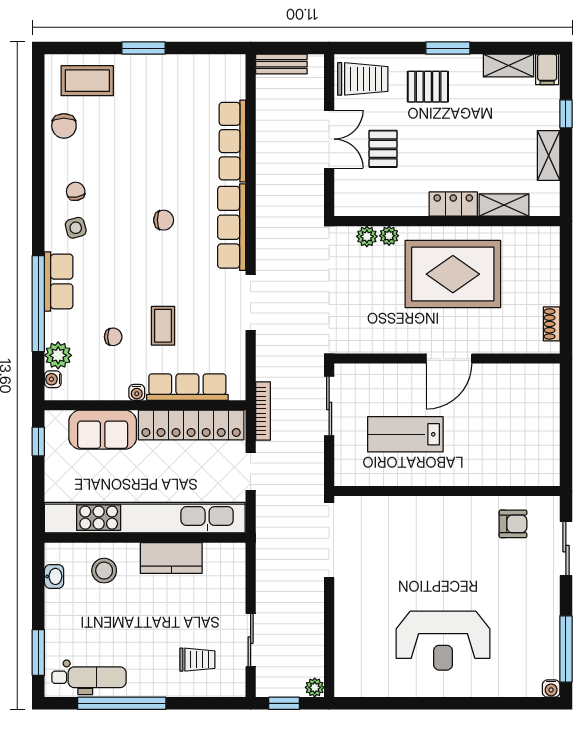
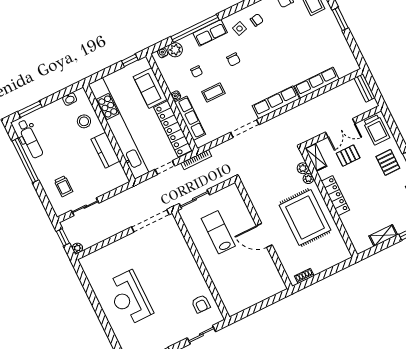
locker: (453, 204) -> (335, 196), width x1.53
shelving: (504, 205) -> (316, 157), moved
chair: (164, 220) -> (233, 59), moved
sliding door: (329, 406) -> (194, 199), moved

